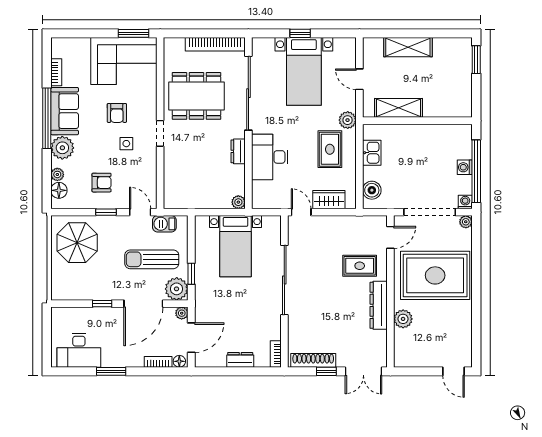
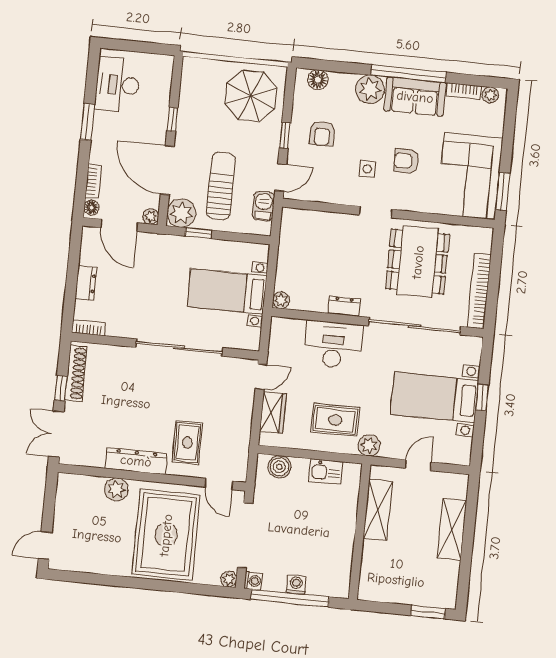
plant: (57, 174) -> (490, 95), moved

